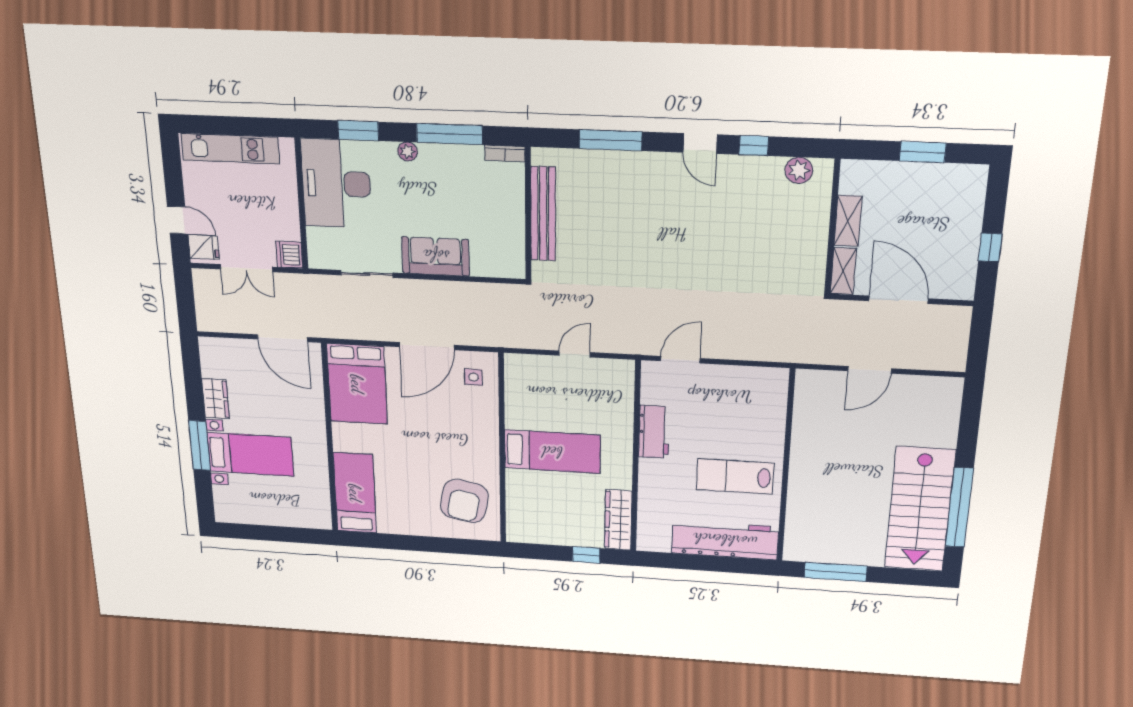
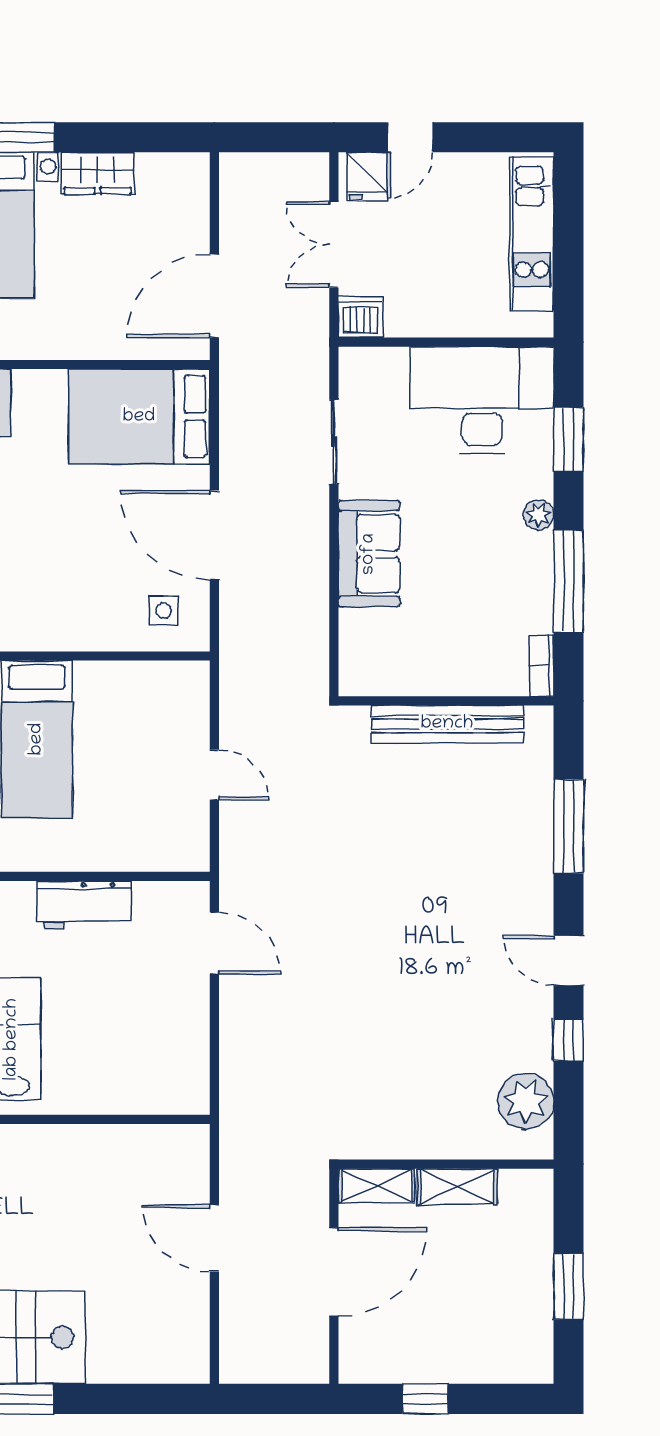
door: (700, 144) -> (569, 961), hinge flipped
plant: (799, 170) -> (526, 1101), width x1.36, depth x1.36

